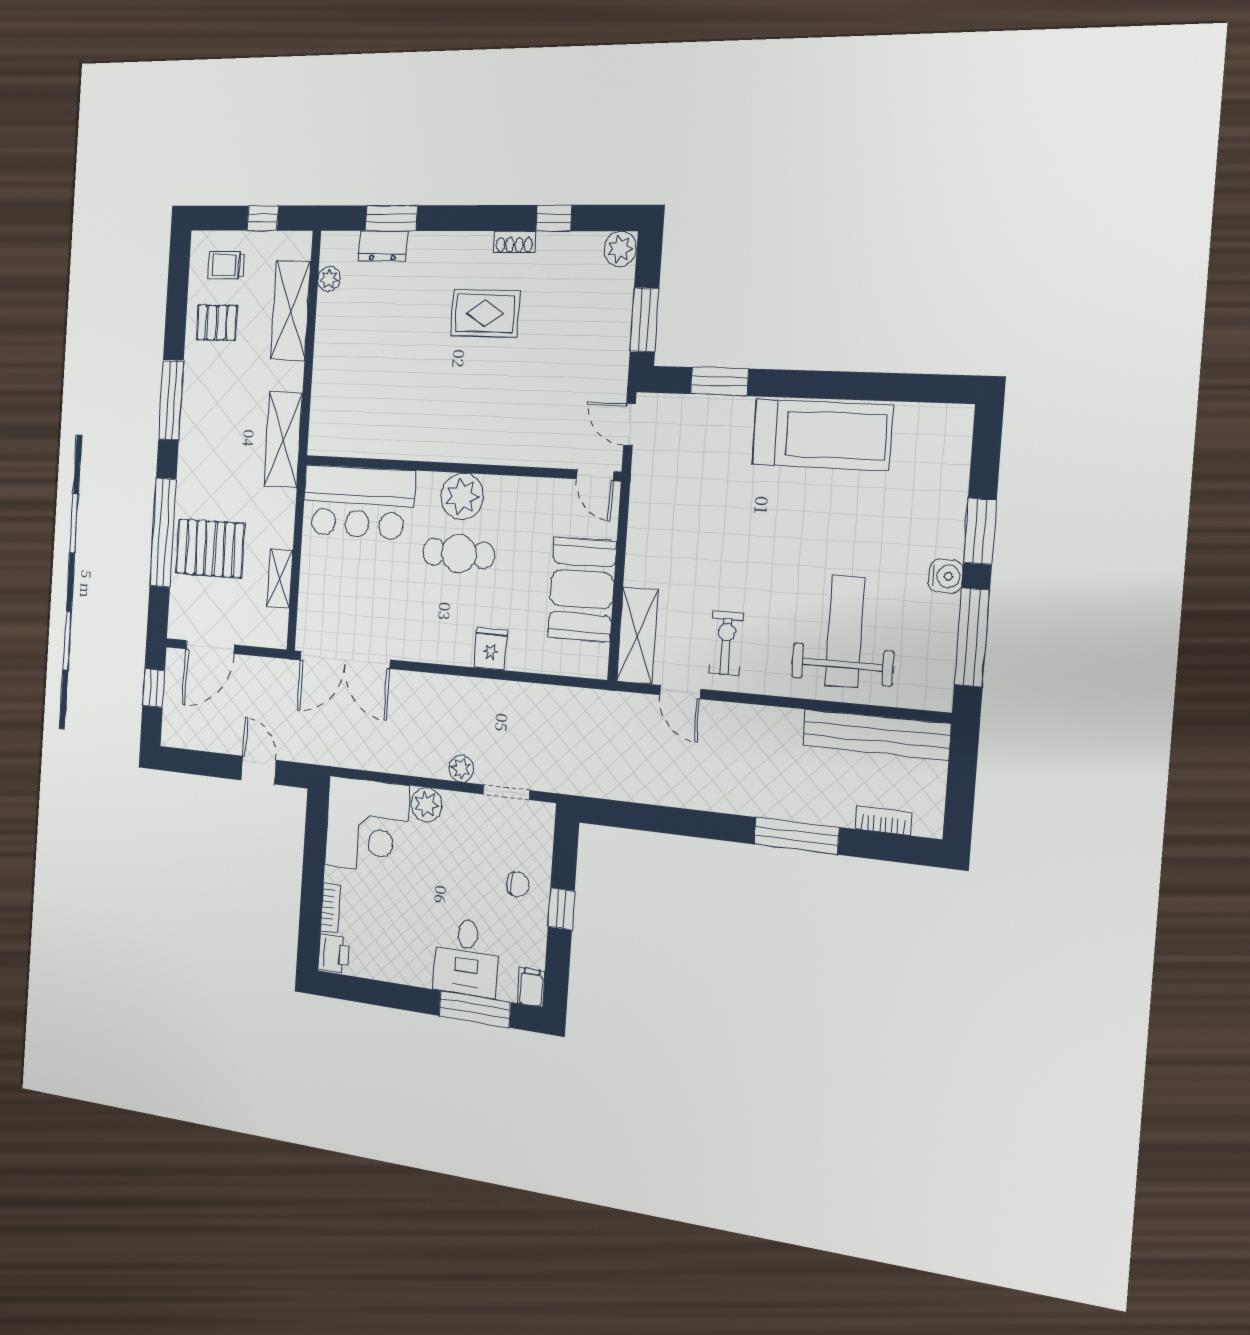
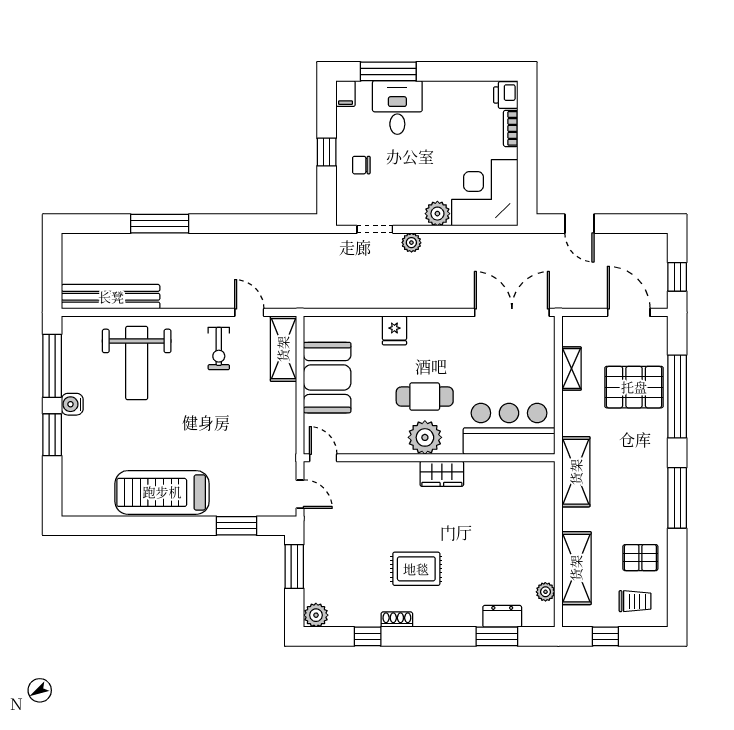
wardrobe: (444, 445) -> (442, 474), added
door: (210, 647) -> (629, 312), hinge flipped
bookcase: (883, 821) -> (101, 240), removed

